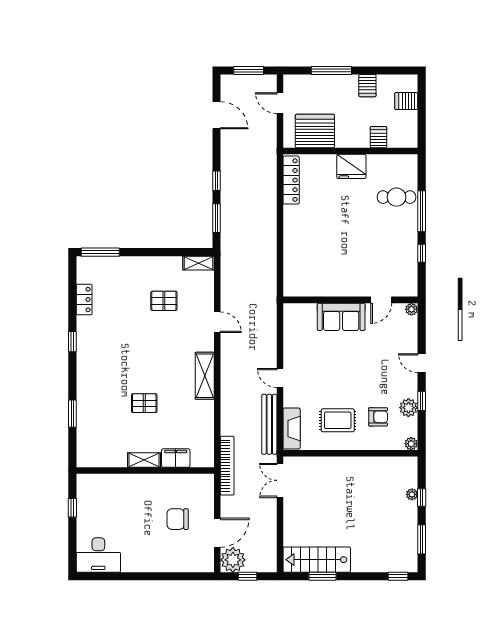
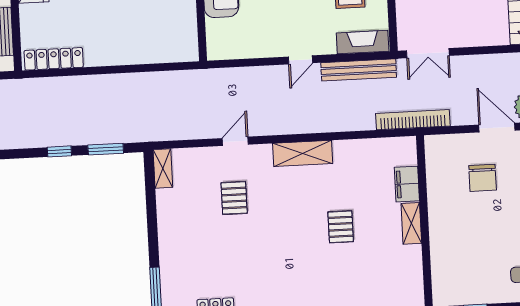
pallet: (164, 301) -> (234, 198), moved

